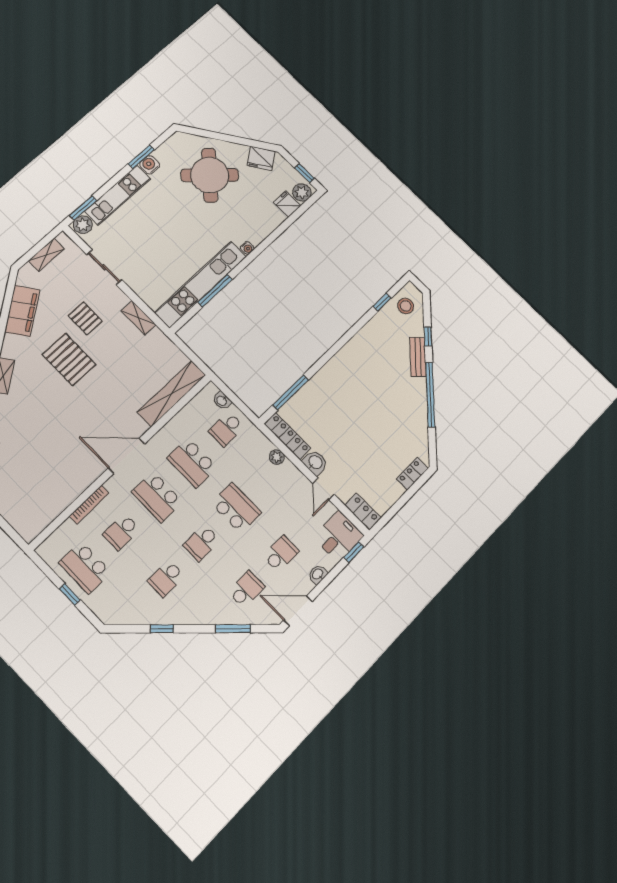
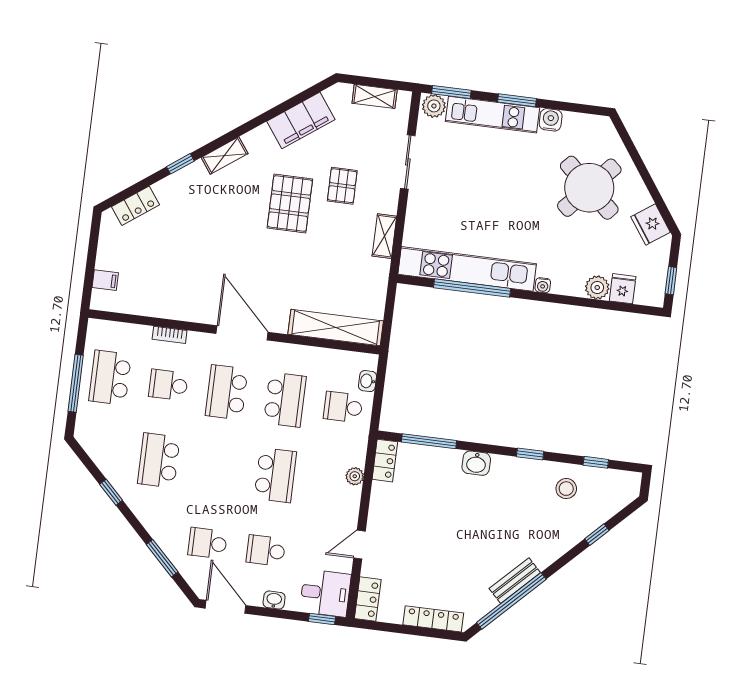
window: (141, 157) -> (517, 100), moved
plant: (302, 192) -> (597, 287), moved
window: (215, 291) -> (472, 288), width x1.46
stool: (406, 306) -> (566, 489), moved
window: (347, 337) -> (530, 454), added
bench: (418, 357) -> (515, 581), moved
window: (430, 395) -> (511, 601), moved
locker: (288, 436) -> (385, 461), width x0.66
school desk: (192, 463) -> (285, 400), turned 180
washbasin: (315, 463) -> (476, 463), moved, turned 90
locker: (412, 474) -> (433, 619), width x1.53
bookcase: (89, 505) -> (170, 335), width x0.64
filing cabinet: (18, 519) -> (105, 280), added
school desk: (202, 543) -> (217, 468), removed
school desk: (281, 554) -> (266, 551), turned 180
school desk: (166, 578) -> (159, 460), width x1.85
school desk: (246, 589) -> (208, 543), turned 180
window: (70, 594) -> (76, 383), width x2.17

